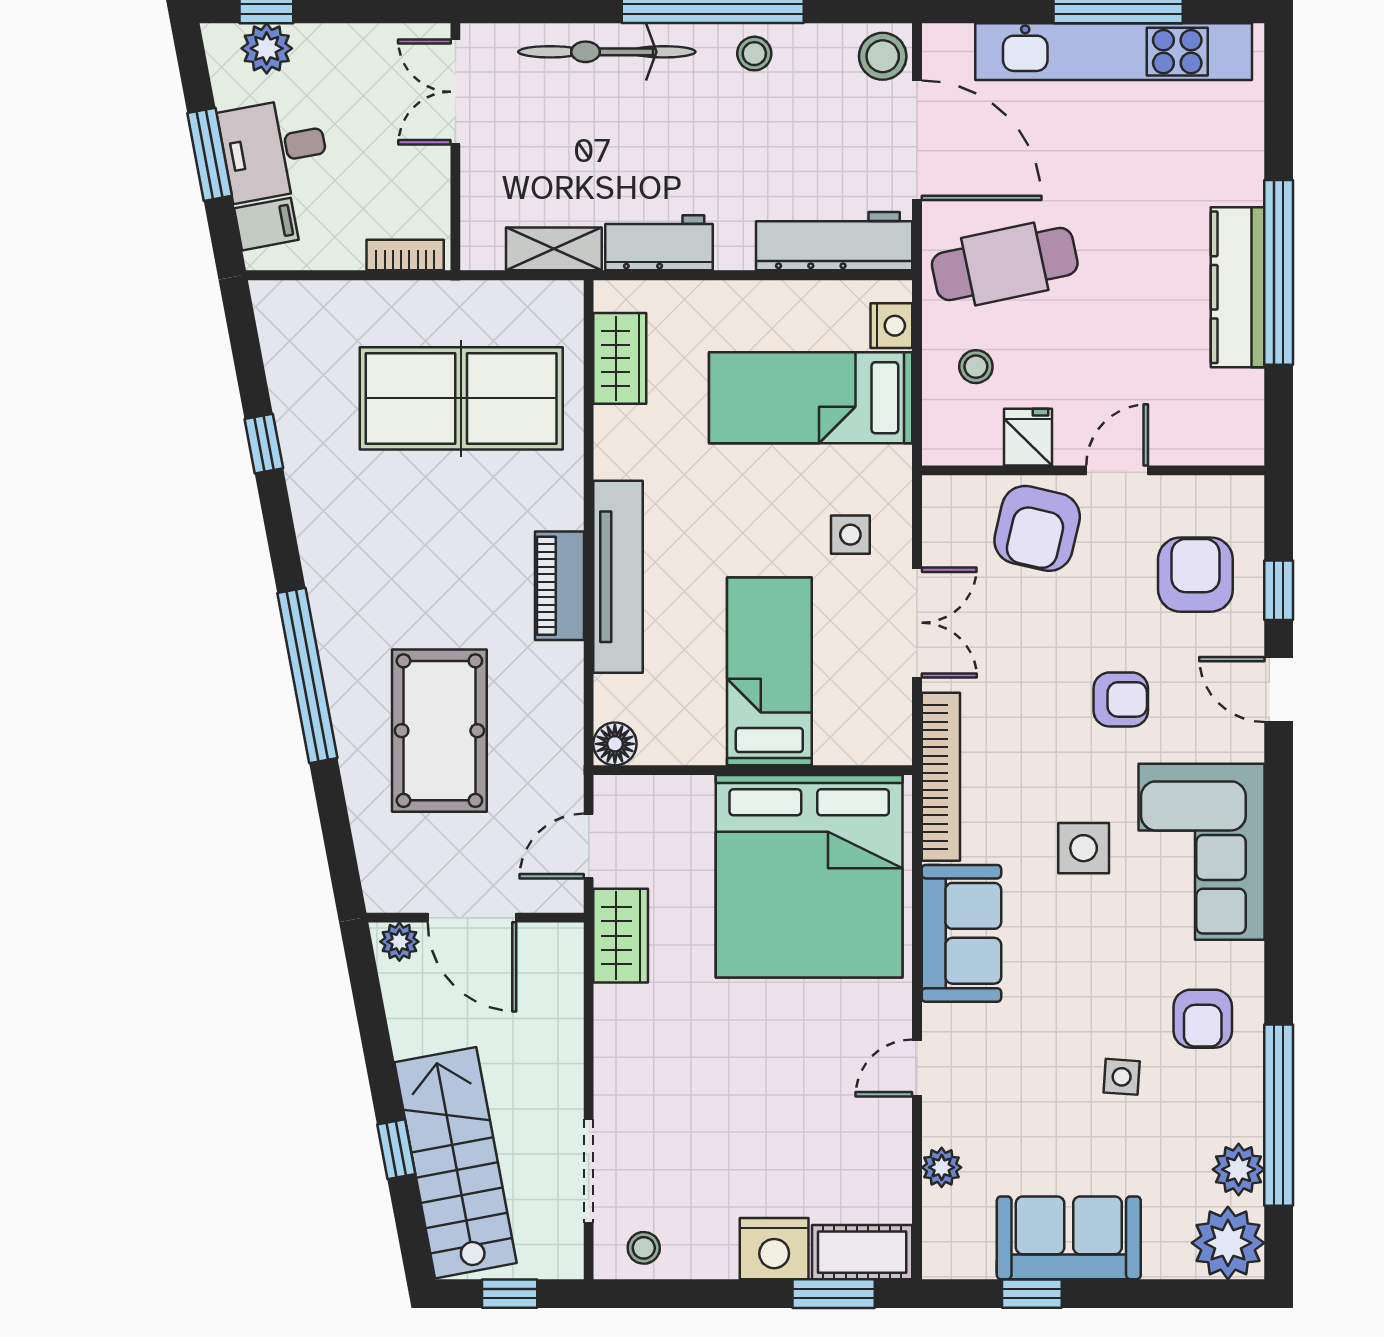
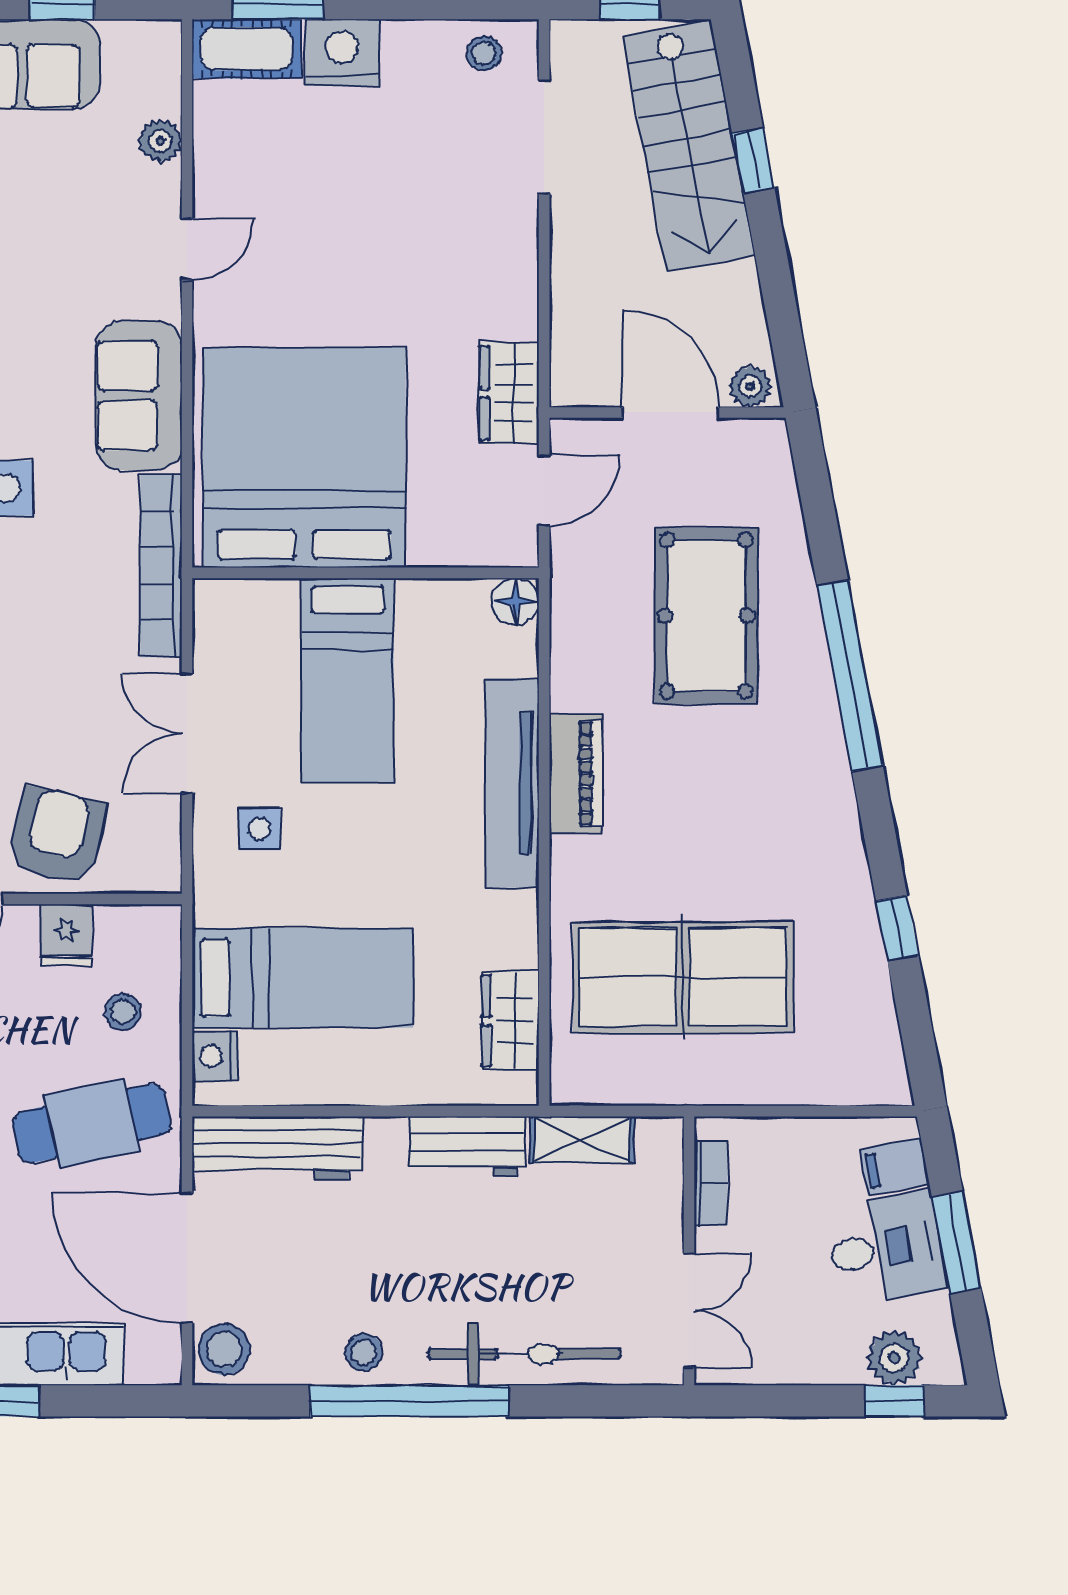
bookcase: (405, 255) -> (711, 1183), moved, turned -90

